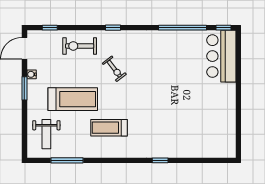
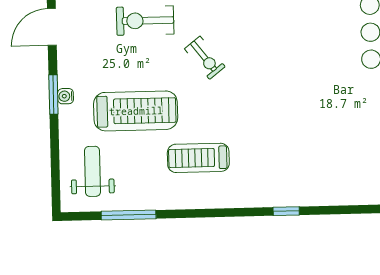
water cooler: (32, 74) -> (66, 96), moved
weight bench: (46, 134) -> (92, 171), turned 180

